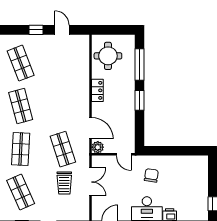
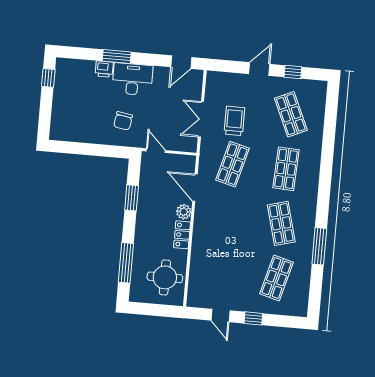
shop shelf: (21, 63) -> (277, 278), turned 36
window: (139, 100) -> (132, 198), moved
plant: (98, 147) -> (184, 212), moved
shop shelf: (63, 149) -> (233, 164), turned 33

